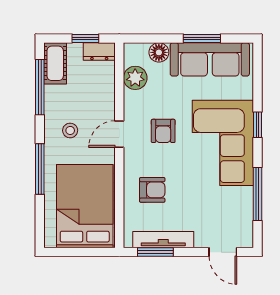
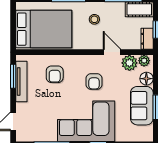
plant: (132, 56) -> (144, 61), added
sofa: (210, 59) -> (142, 106), width x0.73
armchair: (163, 131) -> (94, 81), turned -90
door: (119, 134) -> (112, 52), moved

